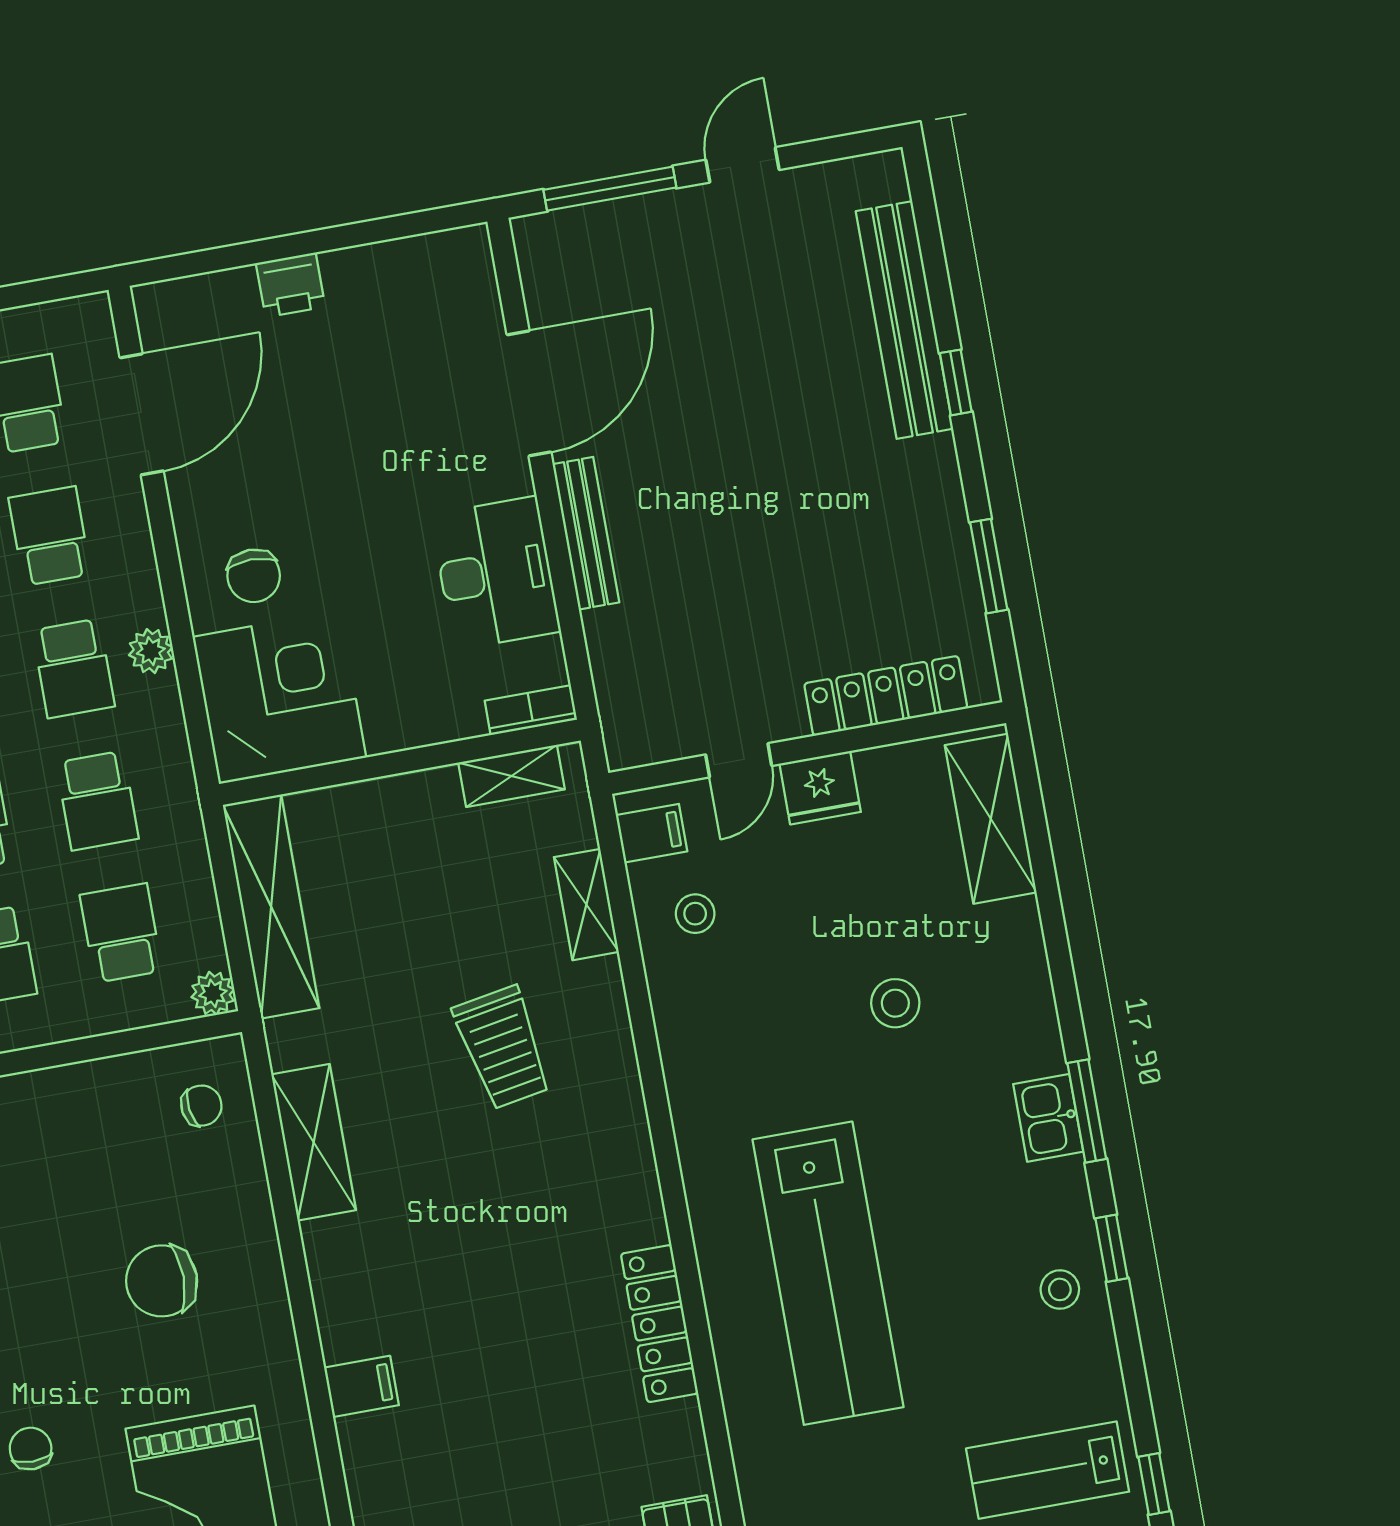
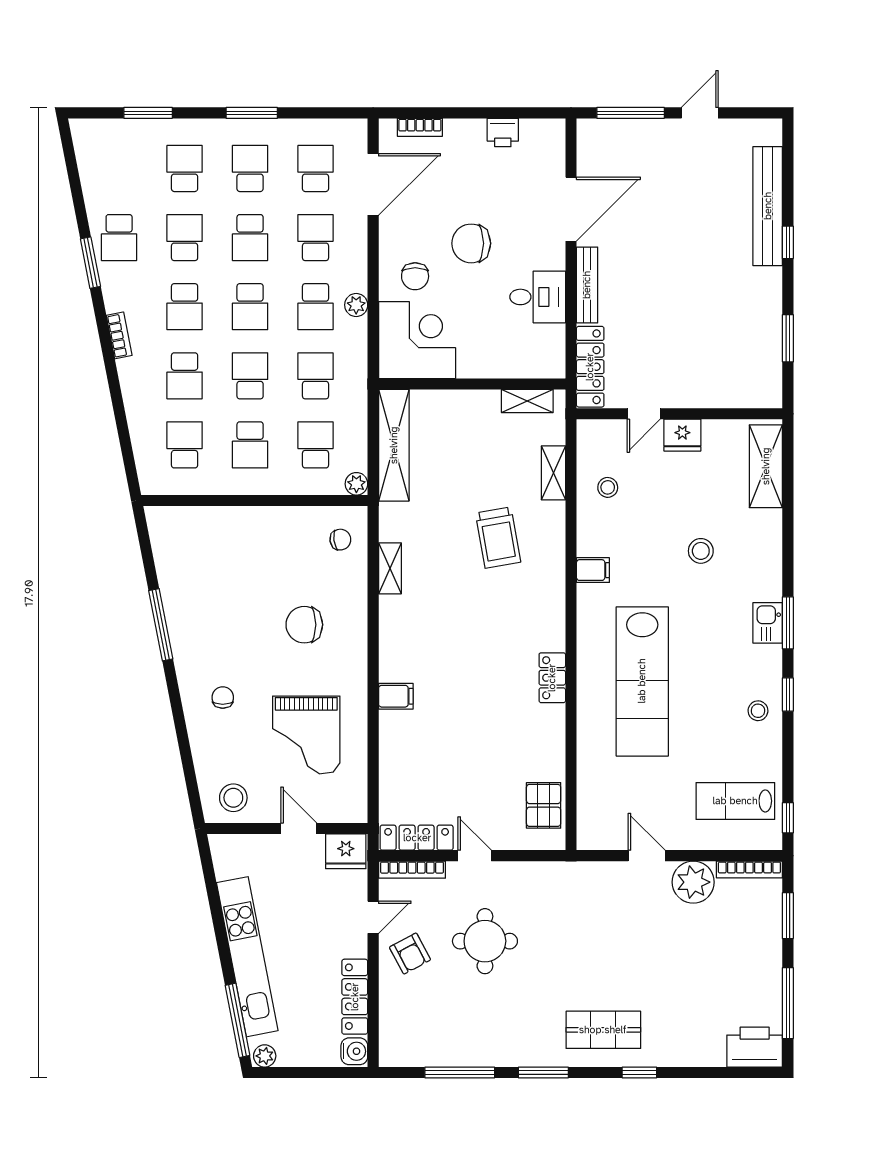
printer: (291, 285) -> (503, 132), moved
chair: (350, 494) -> (471, 243), added
desk: (496, 573) -> (538, 297), width x0.73
locker: (886, 696) -> (590, 367), moved, turned 90
bookcase: (531, 710) -> (420, 127), moved, turned 180
school desk: (97, 801) -> (315, 376), turned 180
filing cabinet: (652, 833) -> (593, 570), moved
shelving: (314, 1142) -> (390, 568), width x0.67, depth x0.75
locker: (659, 1324) -> (552, 678), width x0.66

